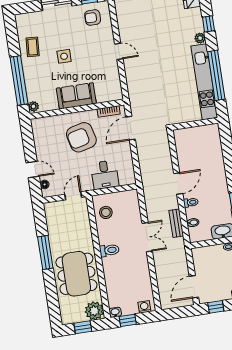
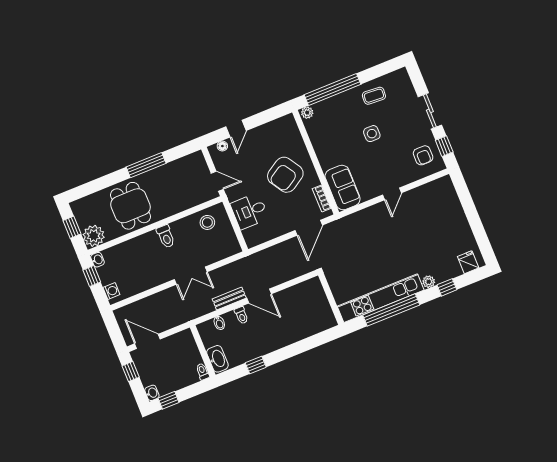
armchair: (93, 18) -> (423, 155), turned 180
sofa: (76, 96) -> (343, 188), moved
door: (131, 128) -> (309, 228), swing flipped
armchair: (81, 137) -> (285, 175), turned -108
bench: (176, 223) -> (229, 298), moved
dining table: (76, 274) -> (131, 206), width x0.73

